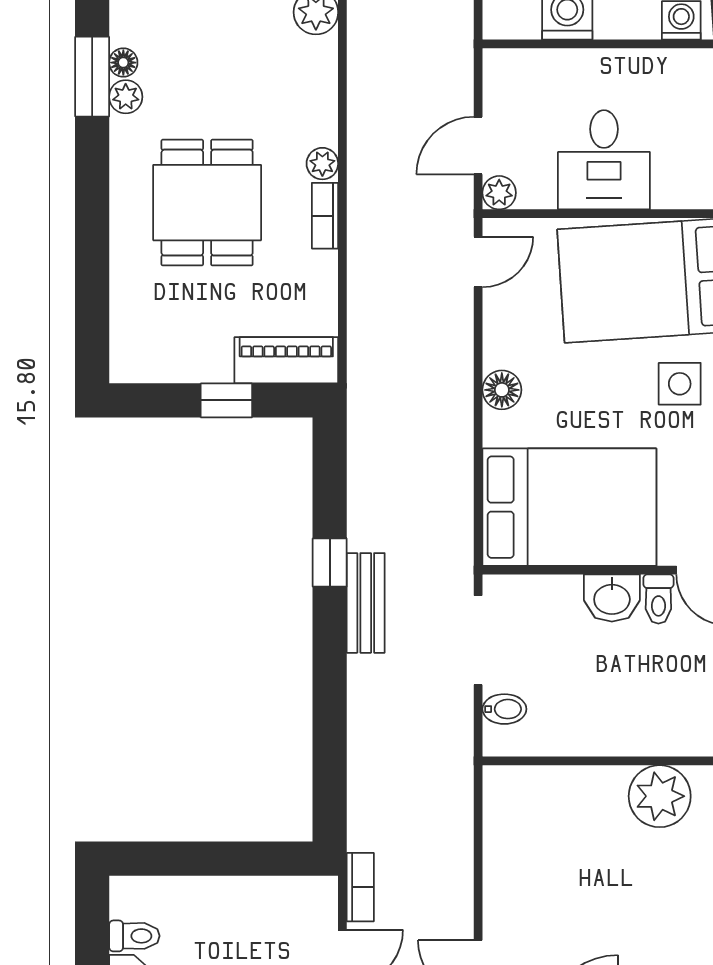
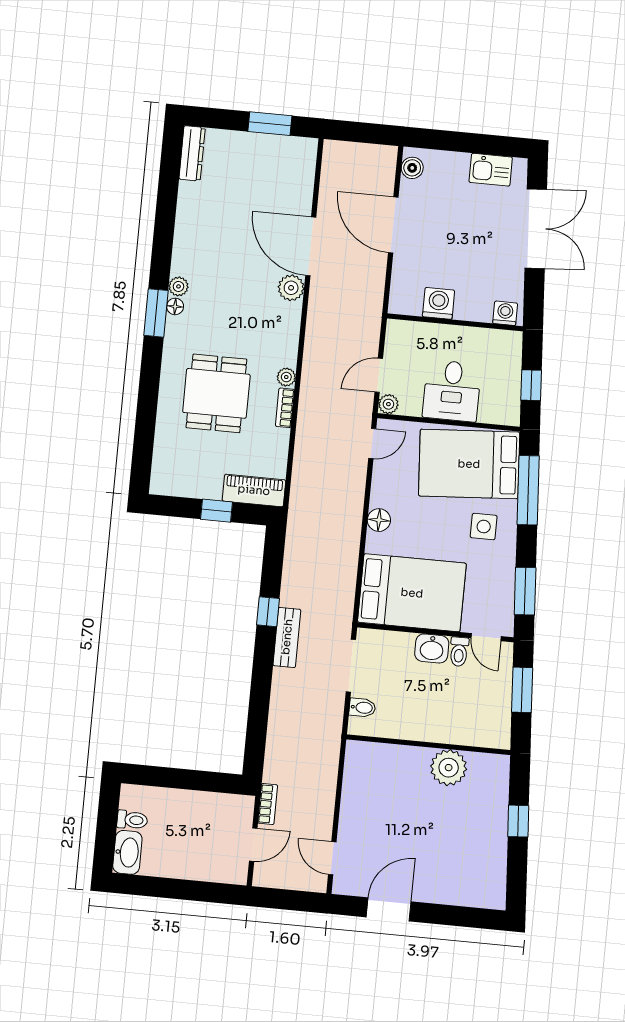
plant: (126, 97) -> (178, 286), moved

